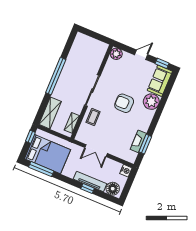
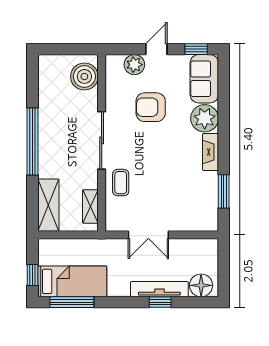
boiler: (97, 53) -> (84, 76), added
plant: (116, 54) -> (134, 65), moved
armchair: (124, 103) -> (151, 107), moved
window: (30, 137) -> (33, 275), moved
fireplace: (138, 141) -> (210, 152), moved
bed: (48, 154) -> (72, 281), width x0.67
nightstand: (126, 171) -> (210, 247), removed

